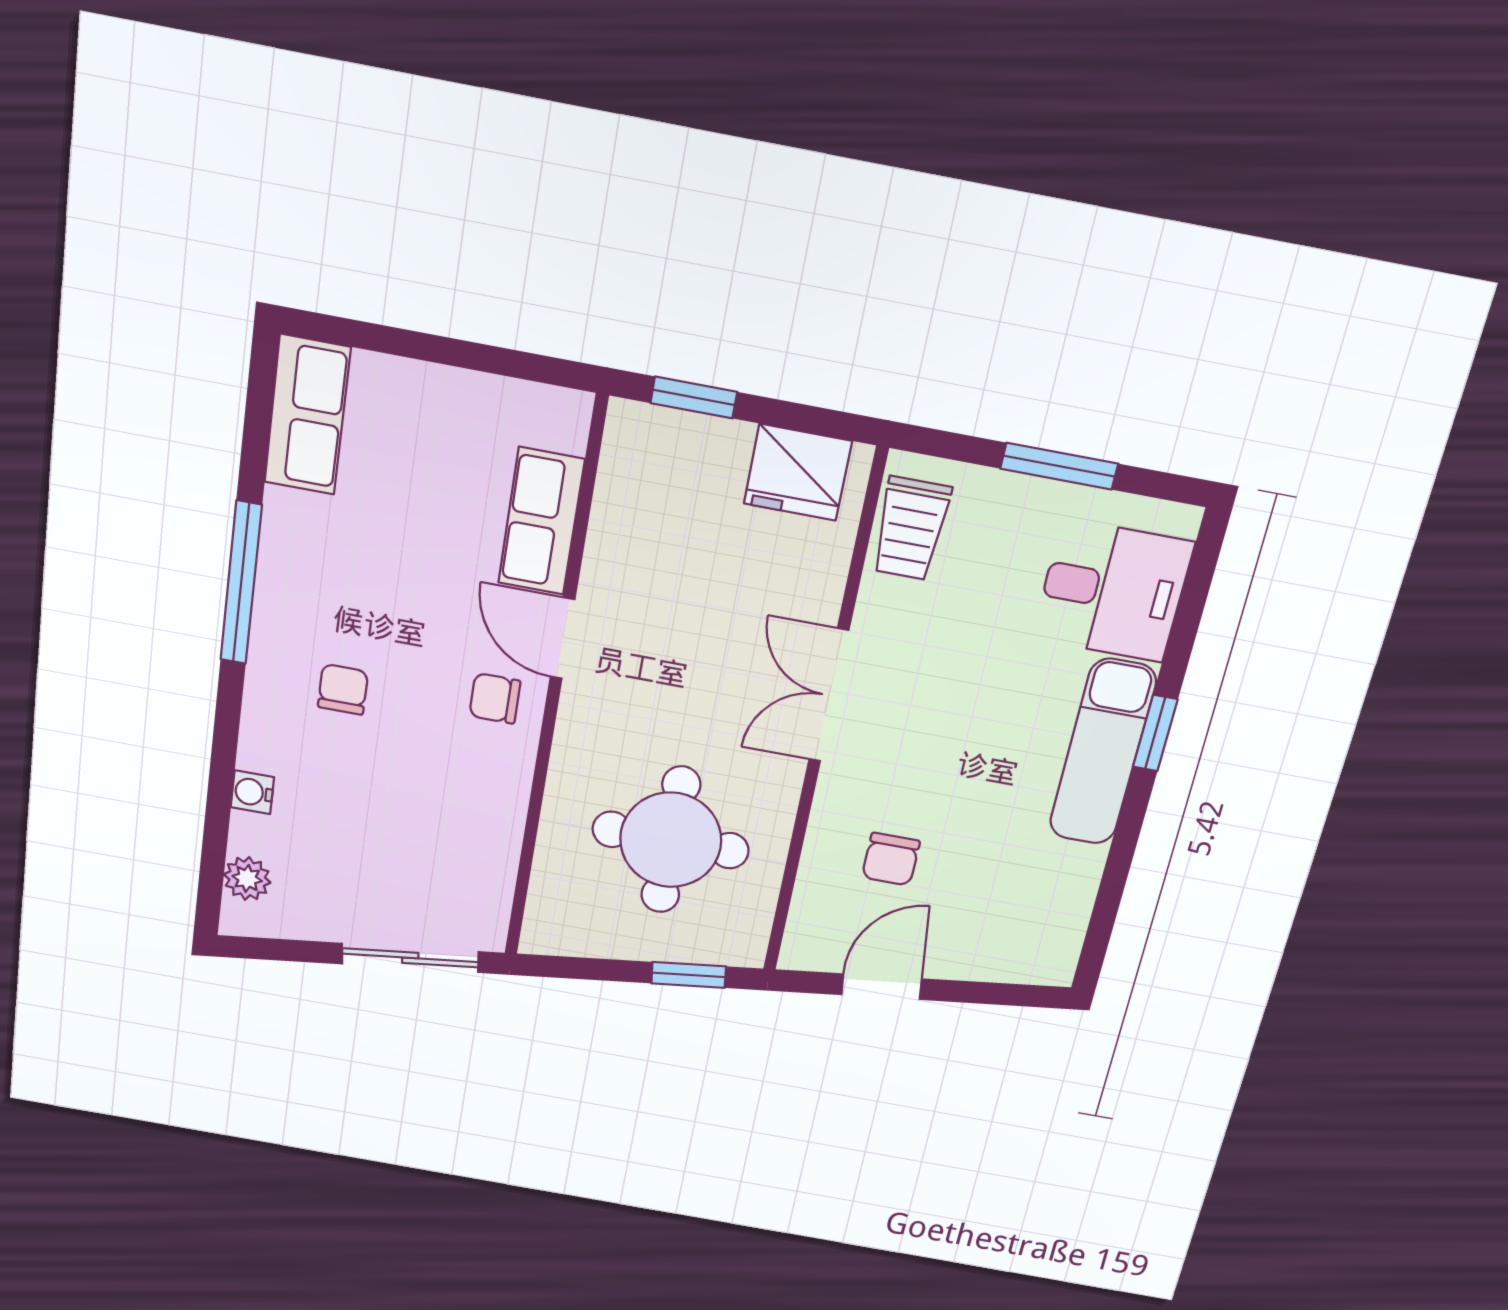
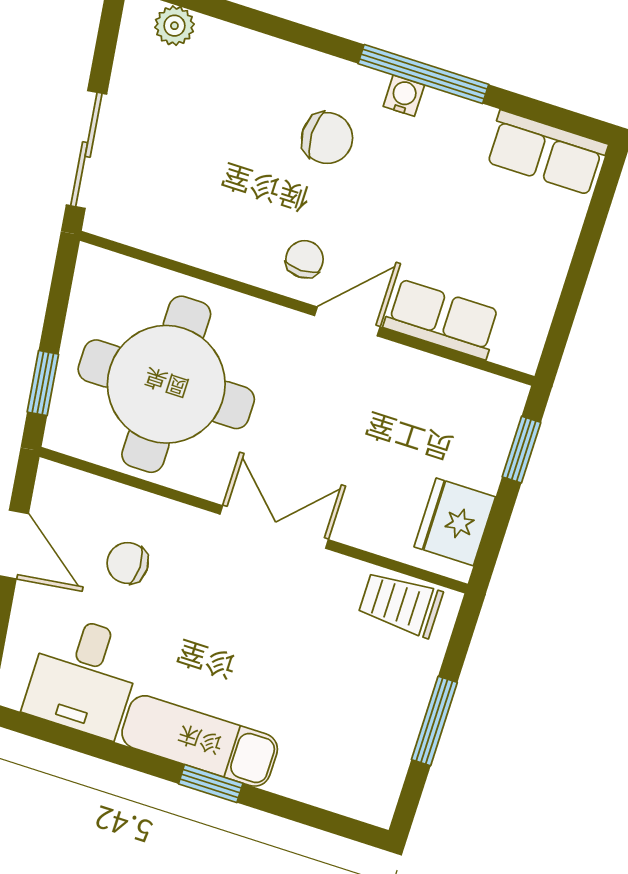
desk: (1113, 591) -> (83, 676), moved
chair: (343, 689) -> (327, 138), width x1.37, depth x1.37
water cooler: (252, 792) -> (404, 96), moved
round table: (671, 840) -> (166, 384), width x1.36, depth x1.36

